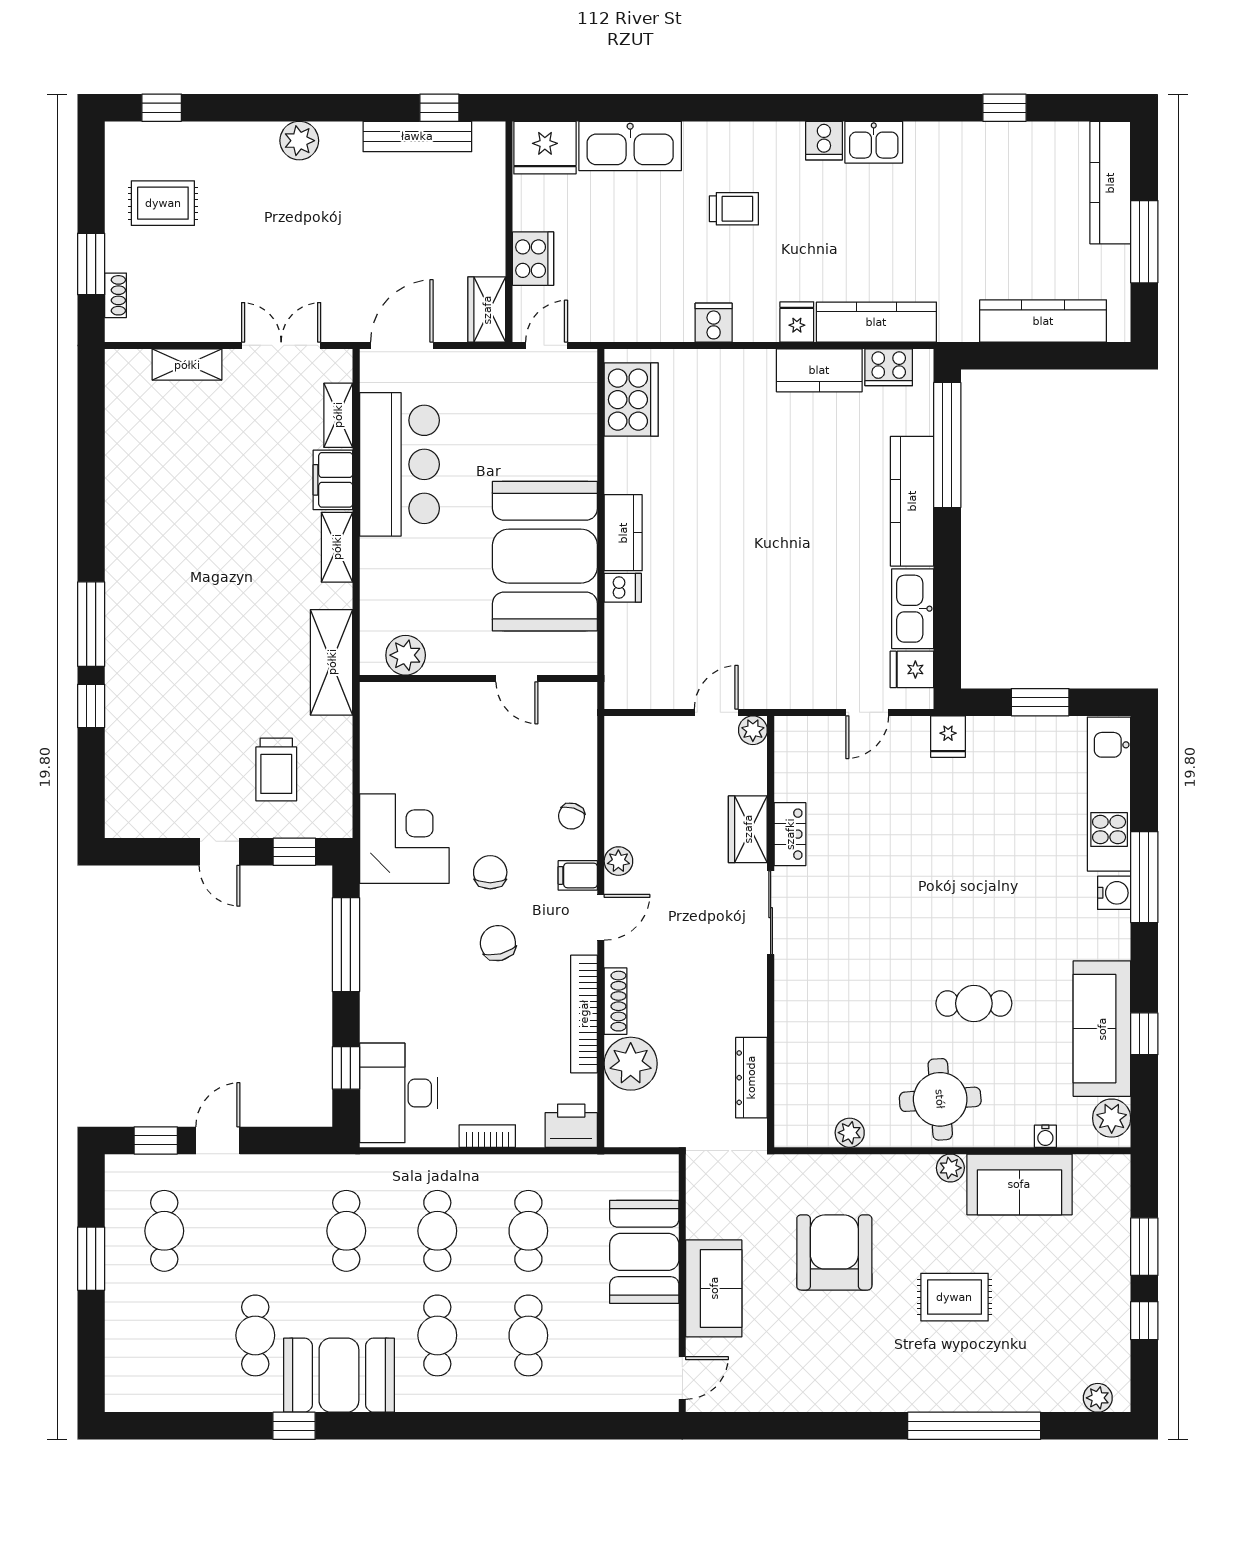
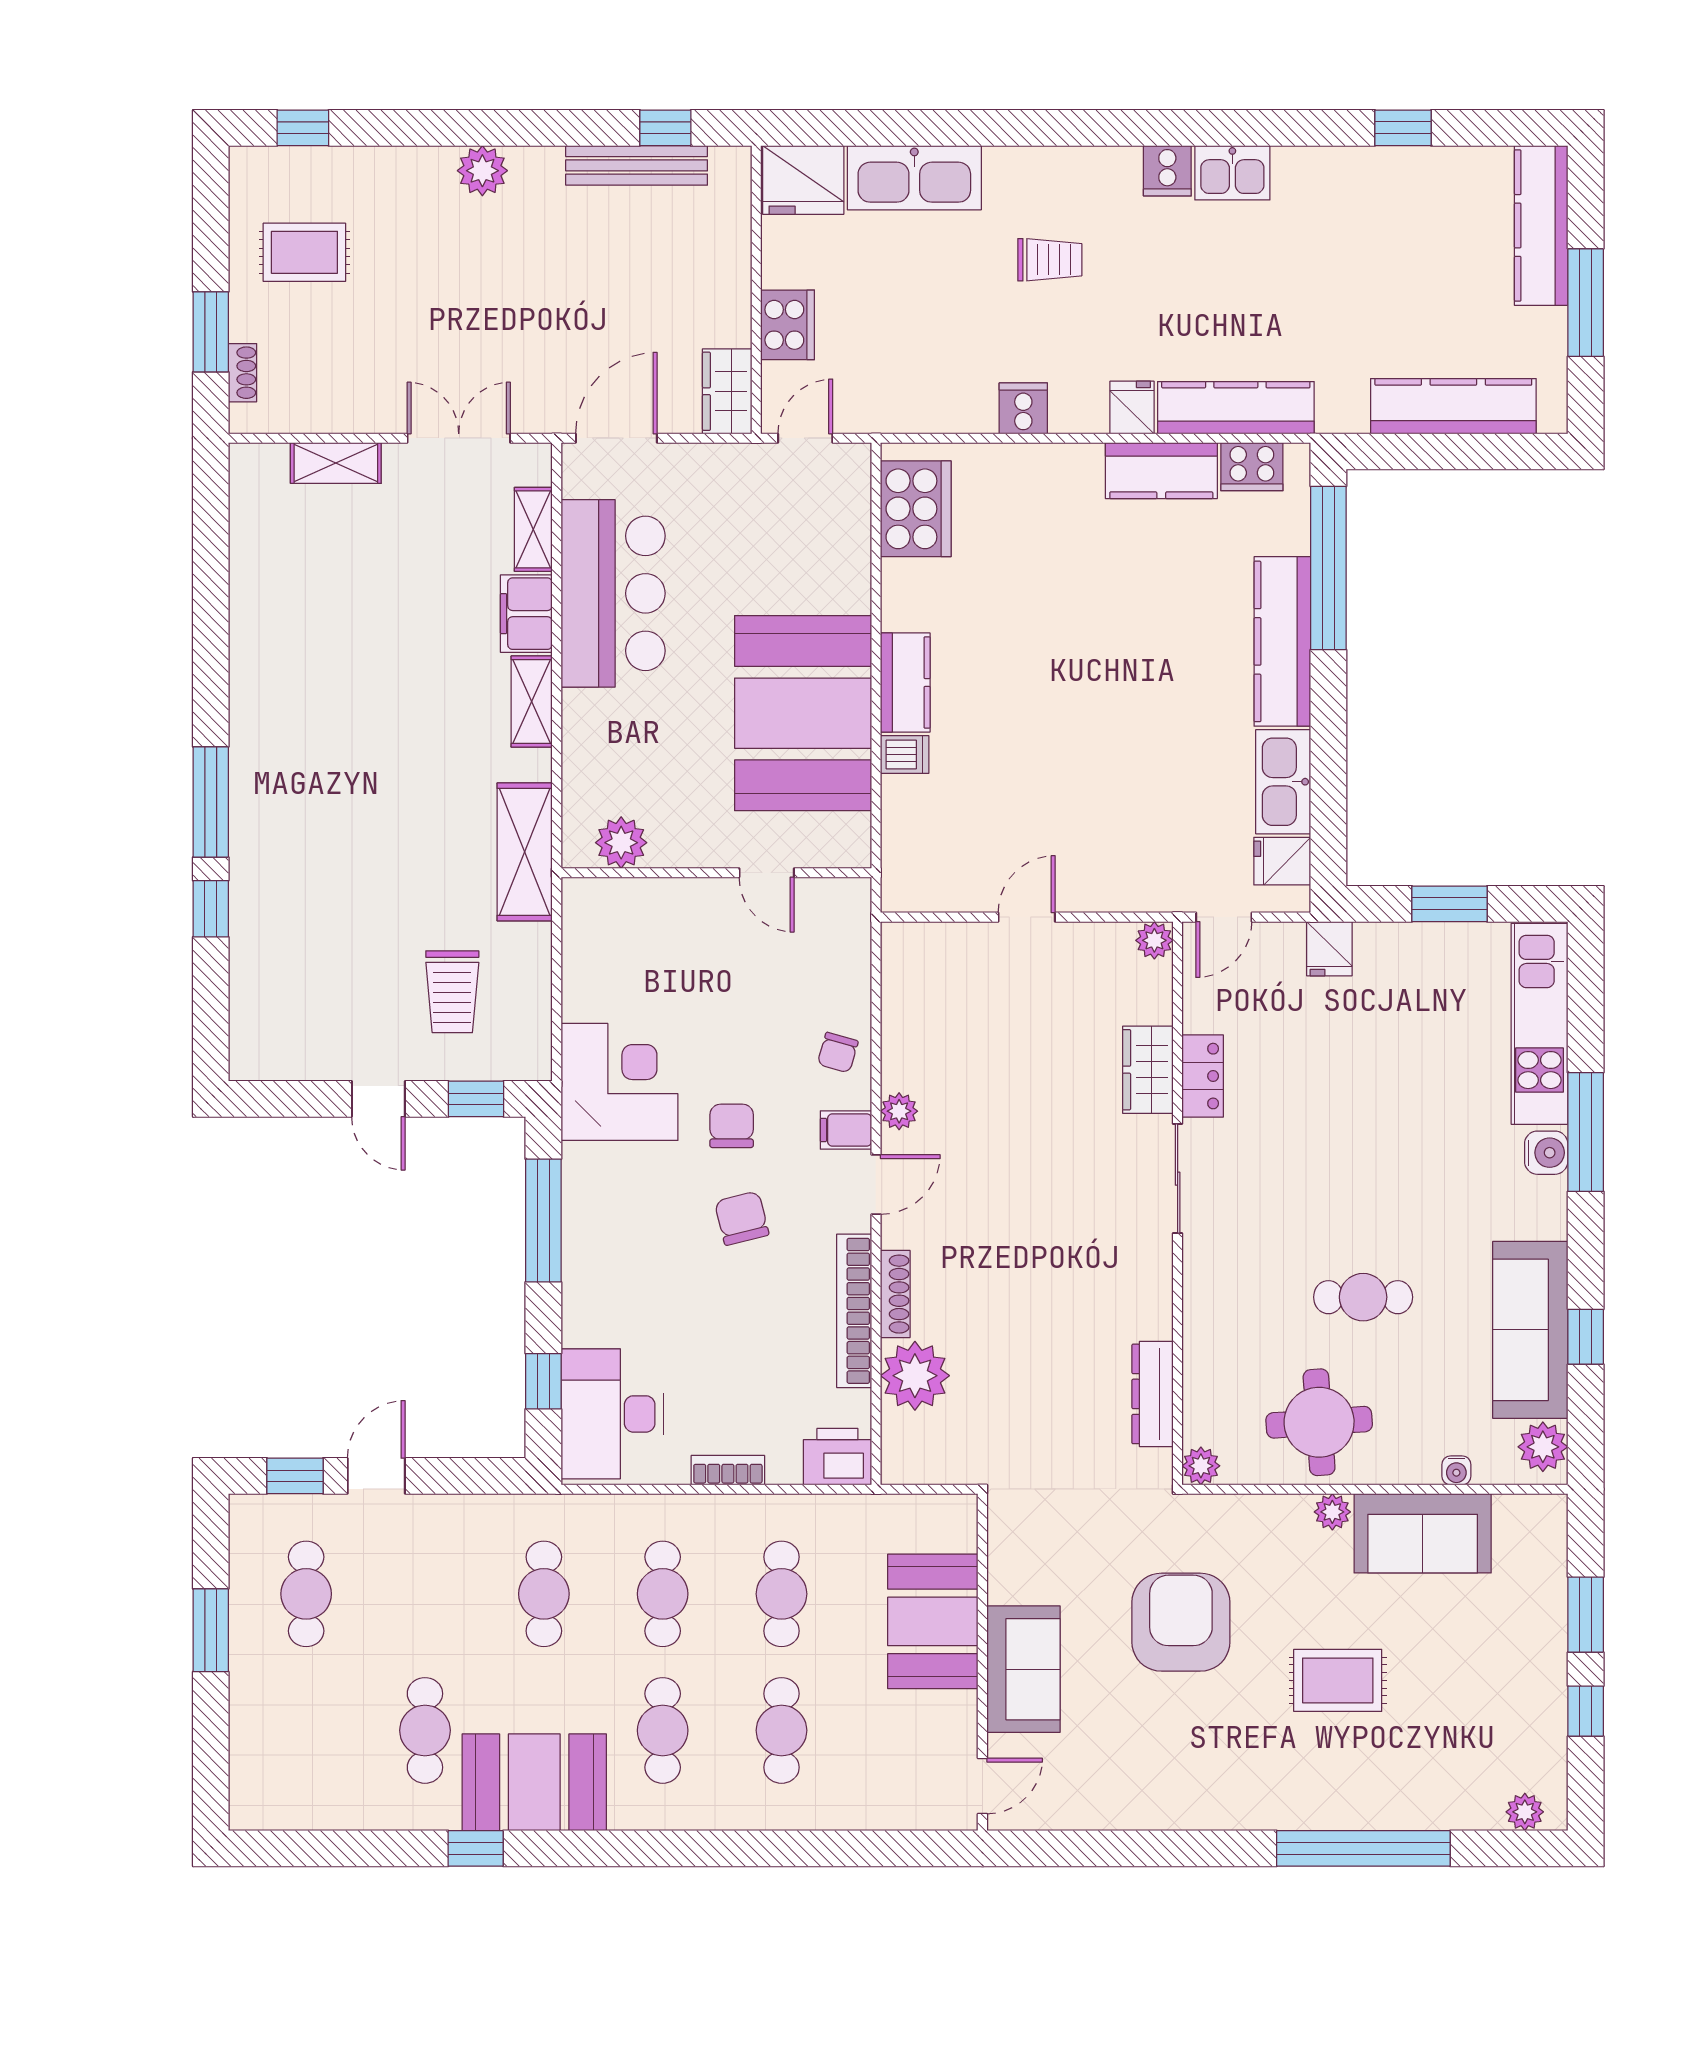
plant: (753, 730) -> (1154, 940), moved
wardrobe: (748, 829) -> (1148, 1070), moved
locker: (790, 834) -> (1203, 1076), moved
sliding door: (771, 913) -> (1178, 1179), moved
wall: (771, 932) -> (1178, 1203), moved
dresser: (751, 1078) -> (1153, 1394), moved

